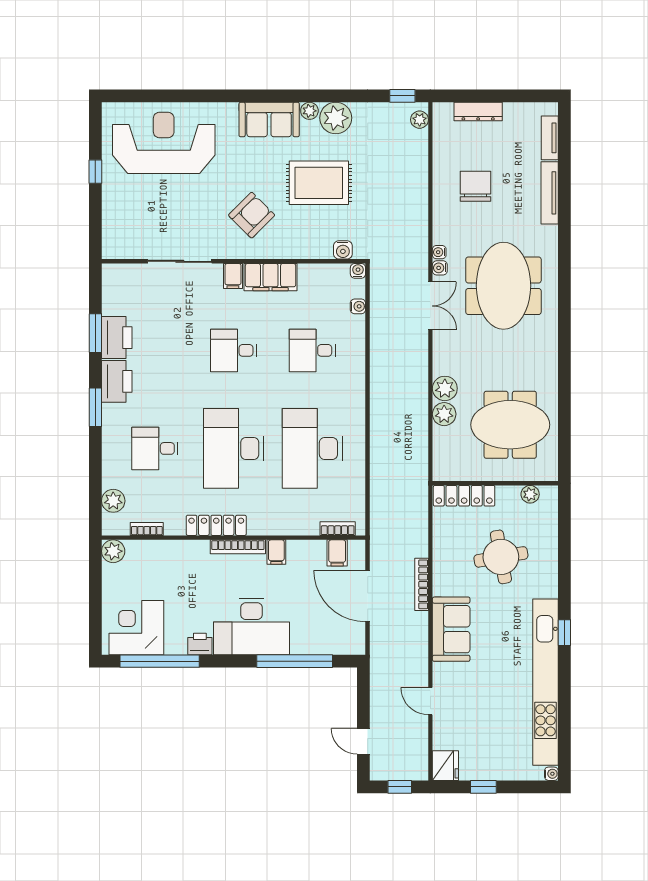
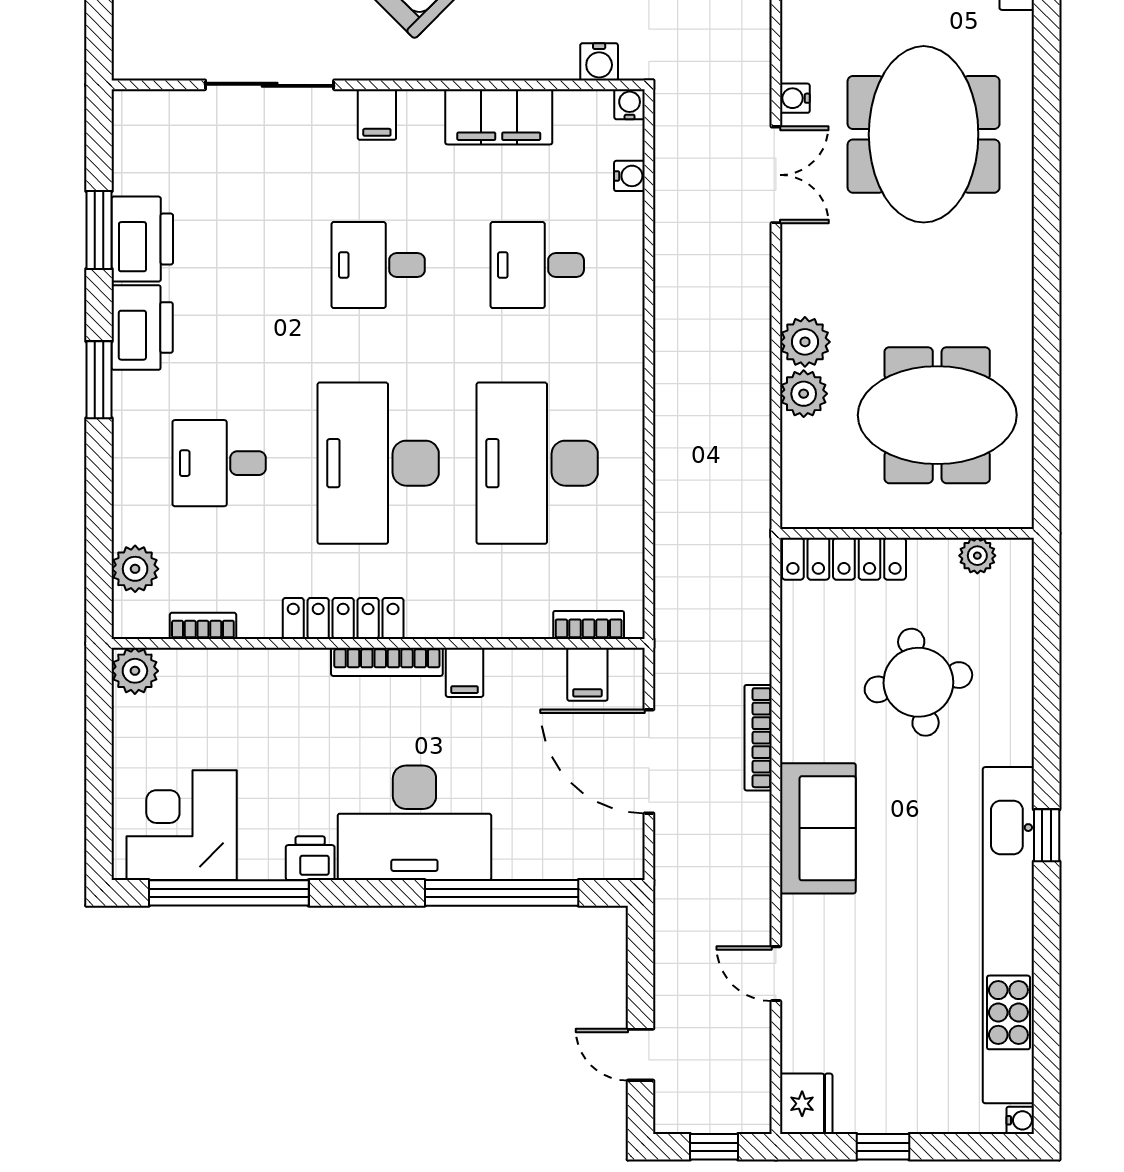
water cooler: (439, 252) -> (794, 66), removed
filing cabinet: (271, 277) -> (499, 117), moved

